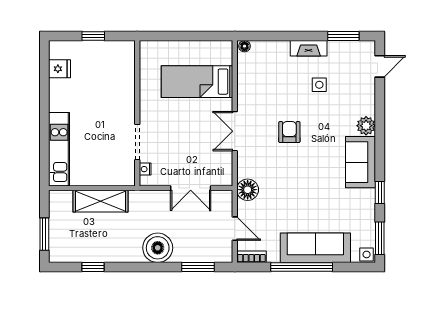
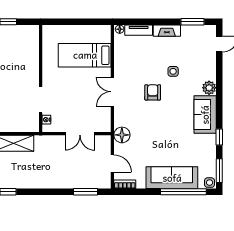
tv unit: (270, 48) -> (139, 30), added
side table: (319, 85) -> (173, 71), moved
boiler: (158, 248) -> (56, 178), removed
window: (302, 267) -> (183, 192), moved

